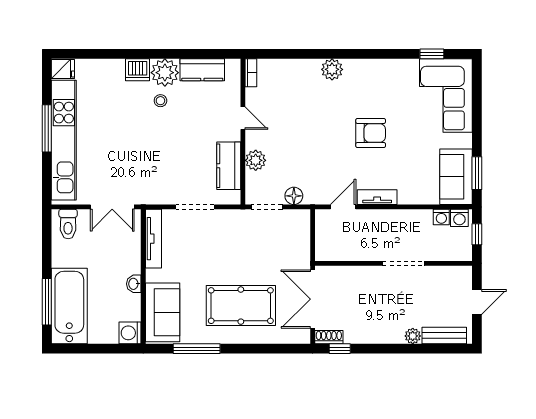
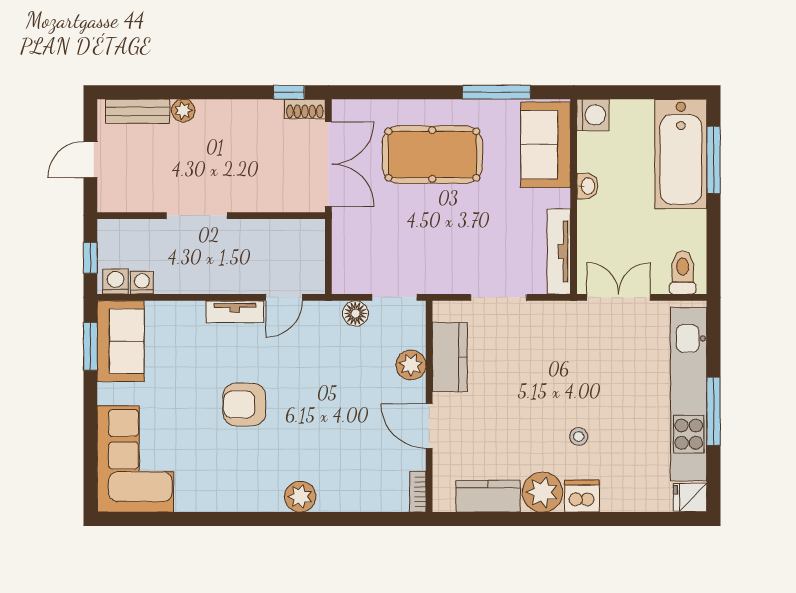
window: (432, 54) -> (156, 519), removed
stool: (160, 101) -> (579, 437), moved
door: (243, 118) -> (429, 426), width x1.38

